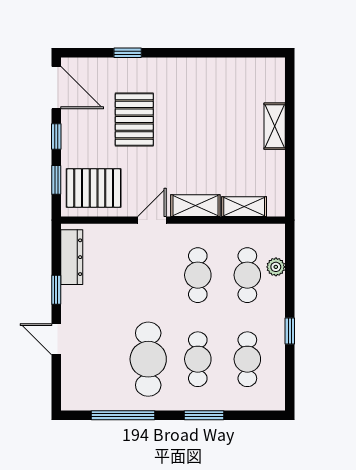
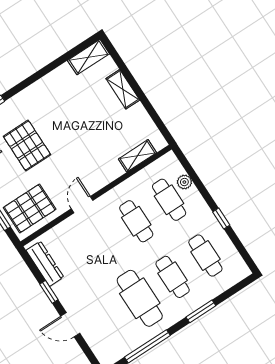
shelving: (195, 206) -> (89, 57), moved

